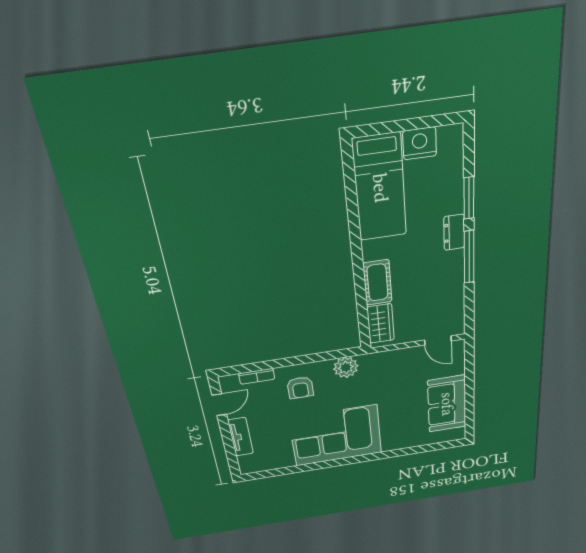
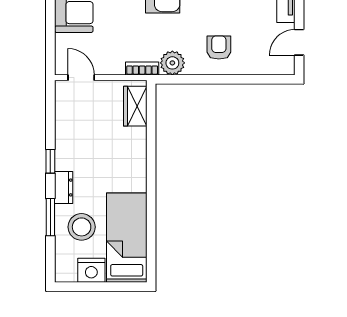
stool: (433, 192) -> (82, 227), added
window: (469, 257) -> (50, 161), width x0.46
cot: (377, 282) -> (135, 149), removed
bookcase: (257, 376) -> (142, 68), moved

